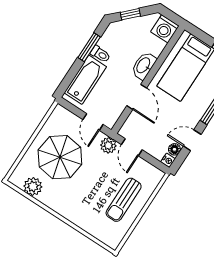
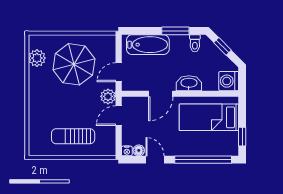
toilet: (100, 54) -> (195, 43), moved

